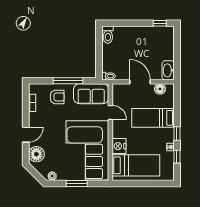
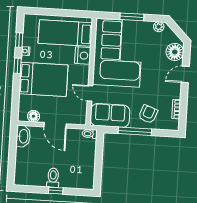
window: (160, 23) -> (56, 191), moved
toilet: (108, 35) -> (53, 178), moved
armchair: (57, 97) -> (148, 114), turned 111
bed: (153, 118) -> (43, 79), width x1.50

